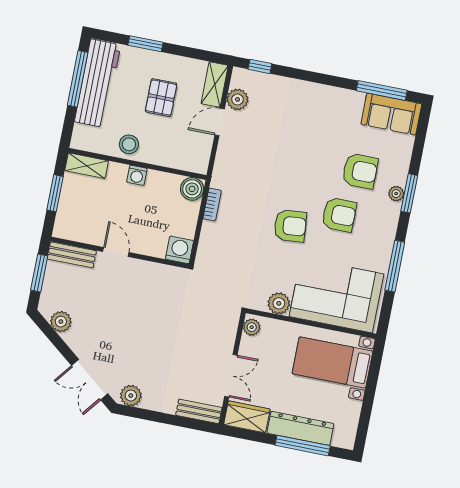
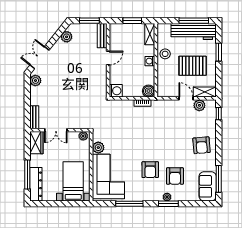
pallet: (161, 98) -> (193, 66), width x1.50, depth x1.42
armchair: (290, 226) -> (202, 145), moved
dresser: (300, 428) -> (36, 184), moved

